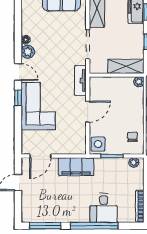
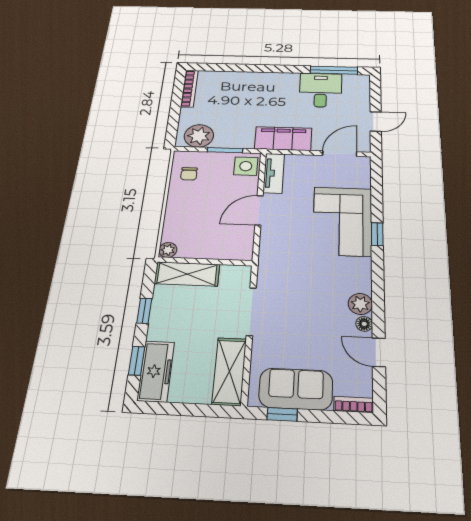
door: (18, 72) -> (379, 352), moved
tv unit: (80, 81) -> (274, 173), moved
plant: (134, 162) -> (199, 136), width x1.88, depth x1.88
desk: (104, 208) -> (321, 90), moved
window: (94, 226) -> (260, 68), removed

